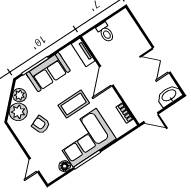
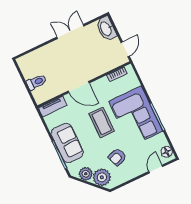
double door: (161, 60) -> (70, 31), swing flipped
door: (34, 165) -> (156, 169), swing flipped
floor lamp: (65, 166) -> (167, 152), moved

